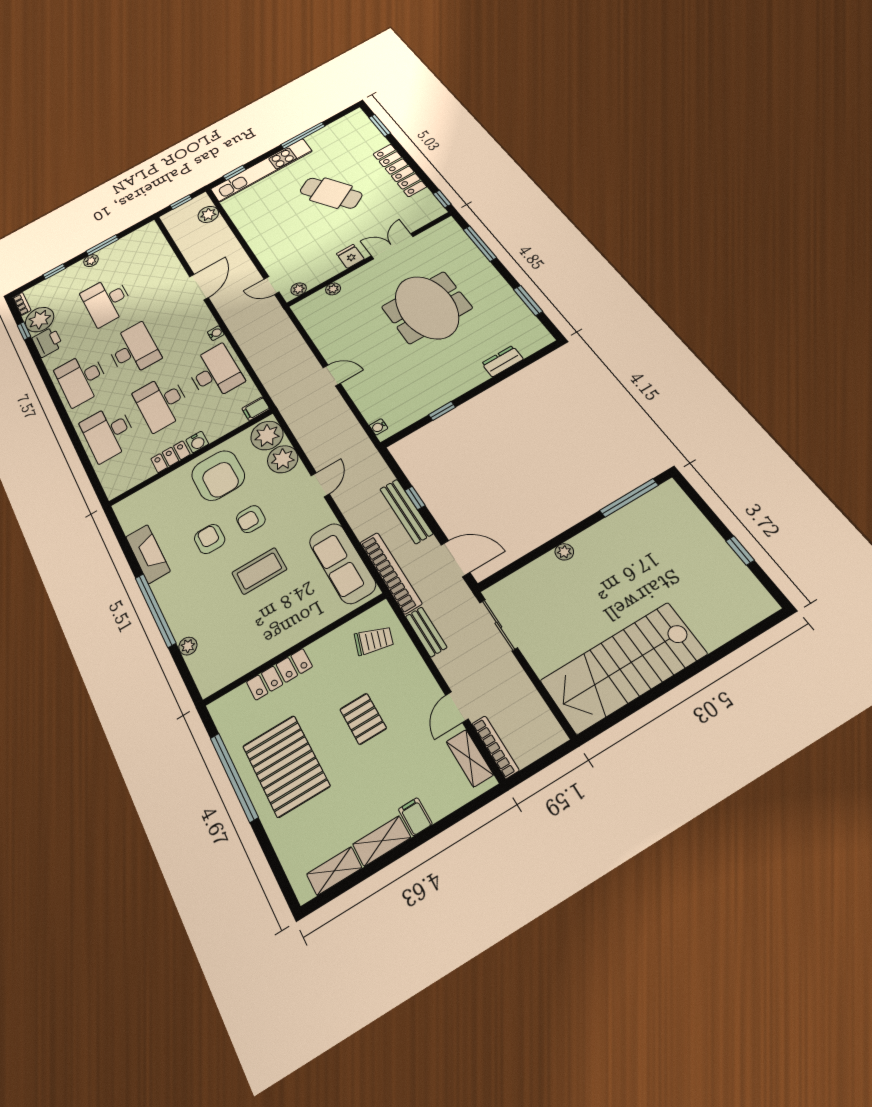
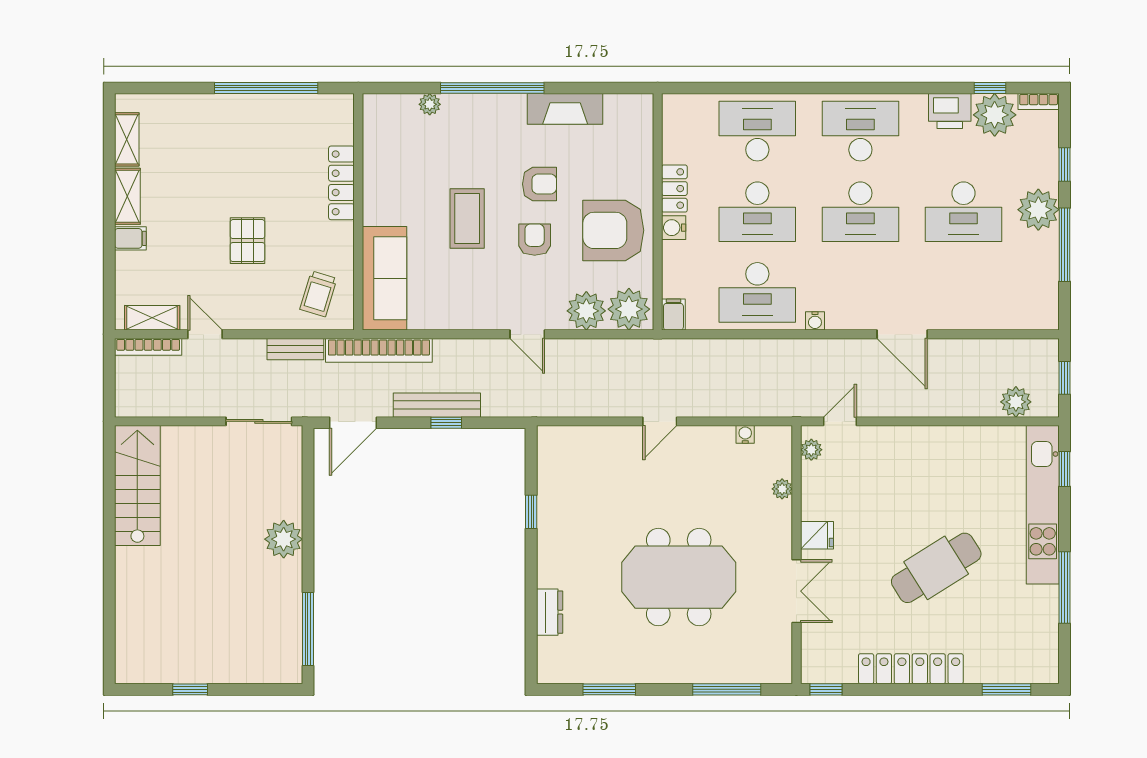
window: (102, 245) -> (1065, 245), width x1.44
plant: (91, 261) -> (1038, 210), width x1.87, depth x1.87
desk: (107, 301) -> (963, 212), turned 180
desk: (162, 402) -> (757, 212), turned 180
water cooler: (379, 427) -> (745, 434), moved
plant: (564, 552) -> (284, 539), width x1.87, depth x1.87
sofa: (342, 563) -> (384, 278), moved, turned 90
stairs: (623, 667) -> (137, 486), width x0.73, depth x0.66
pallet: (363, 719) -> (247, 241), turned 90
pallet: (286, 766) -> (247, 143), removed

